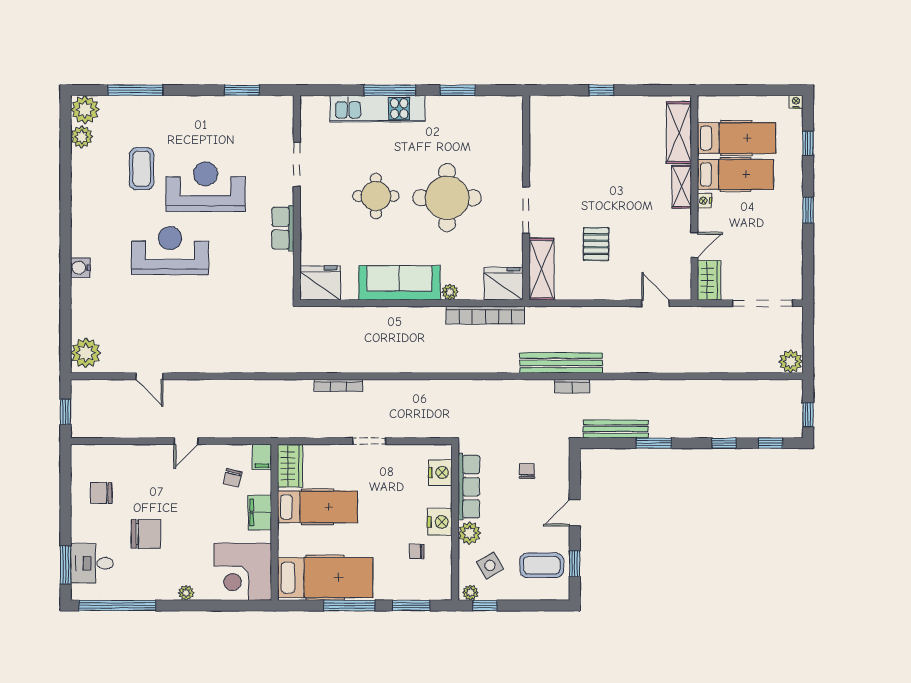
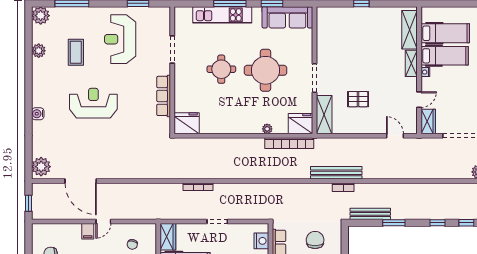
plant: (82, 137) -> (39, 51), moved
reception desk: (206, 187) -> (120, 39), moved, turned -90
row of seats: (283, 228) -> (164, 96), width x1.48
pallet: (596, 244) -> (358, 99), turned 90
sofa: (399, 283) -> (287, 17), moved, turned 180
door: (149, 376) -> (81, 181), width x1.88
filing cabinet: (262, 457) -> (88, 231), moved
chair: (527, 471) -> (315, 240), width x1.87, depth x1.87

